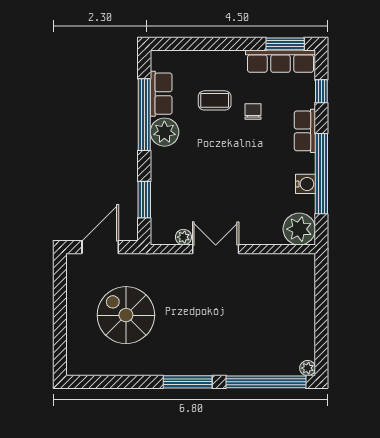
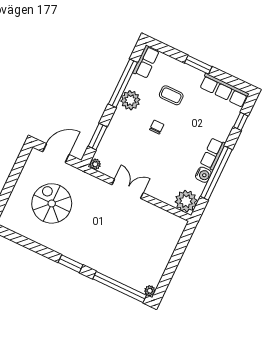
window: (285, 44) -> (198, 65), moved
row of seats: (161, 94) -> (146, 62), moved
chair: (253, 111) -> (157, 127), moved
row of seats: (305, 131) -> (213, 154), moved
plant: (183, 237) -> (95, 164), moved
window: (188, 382) -> (71, 264), width x0.69

